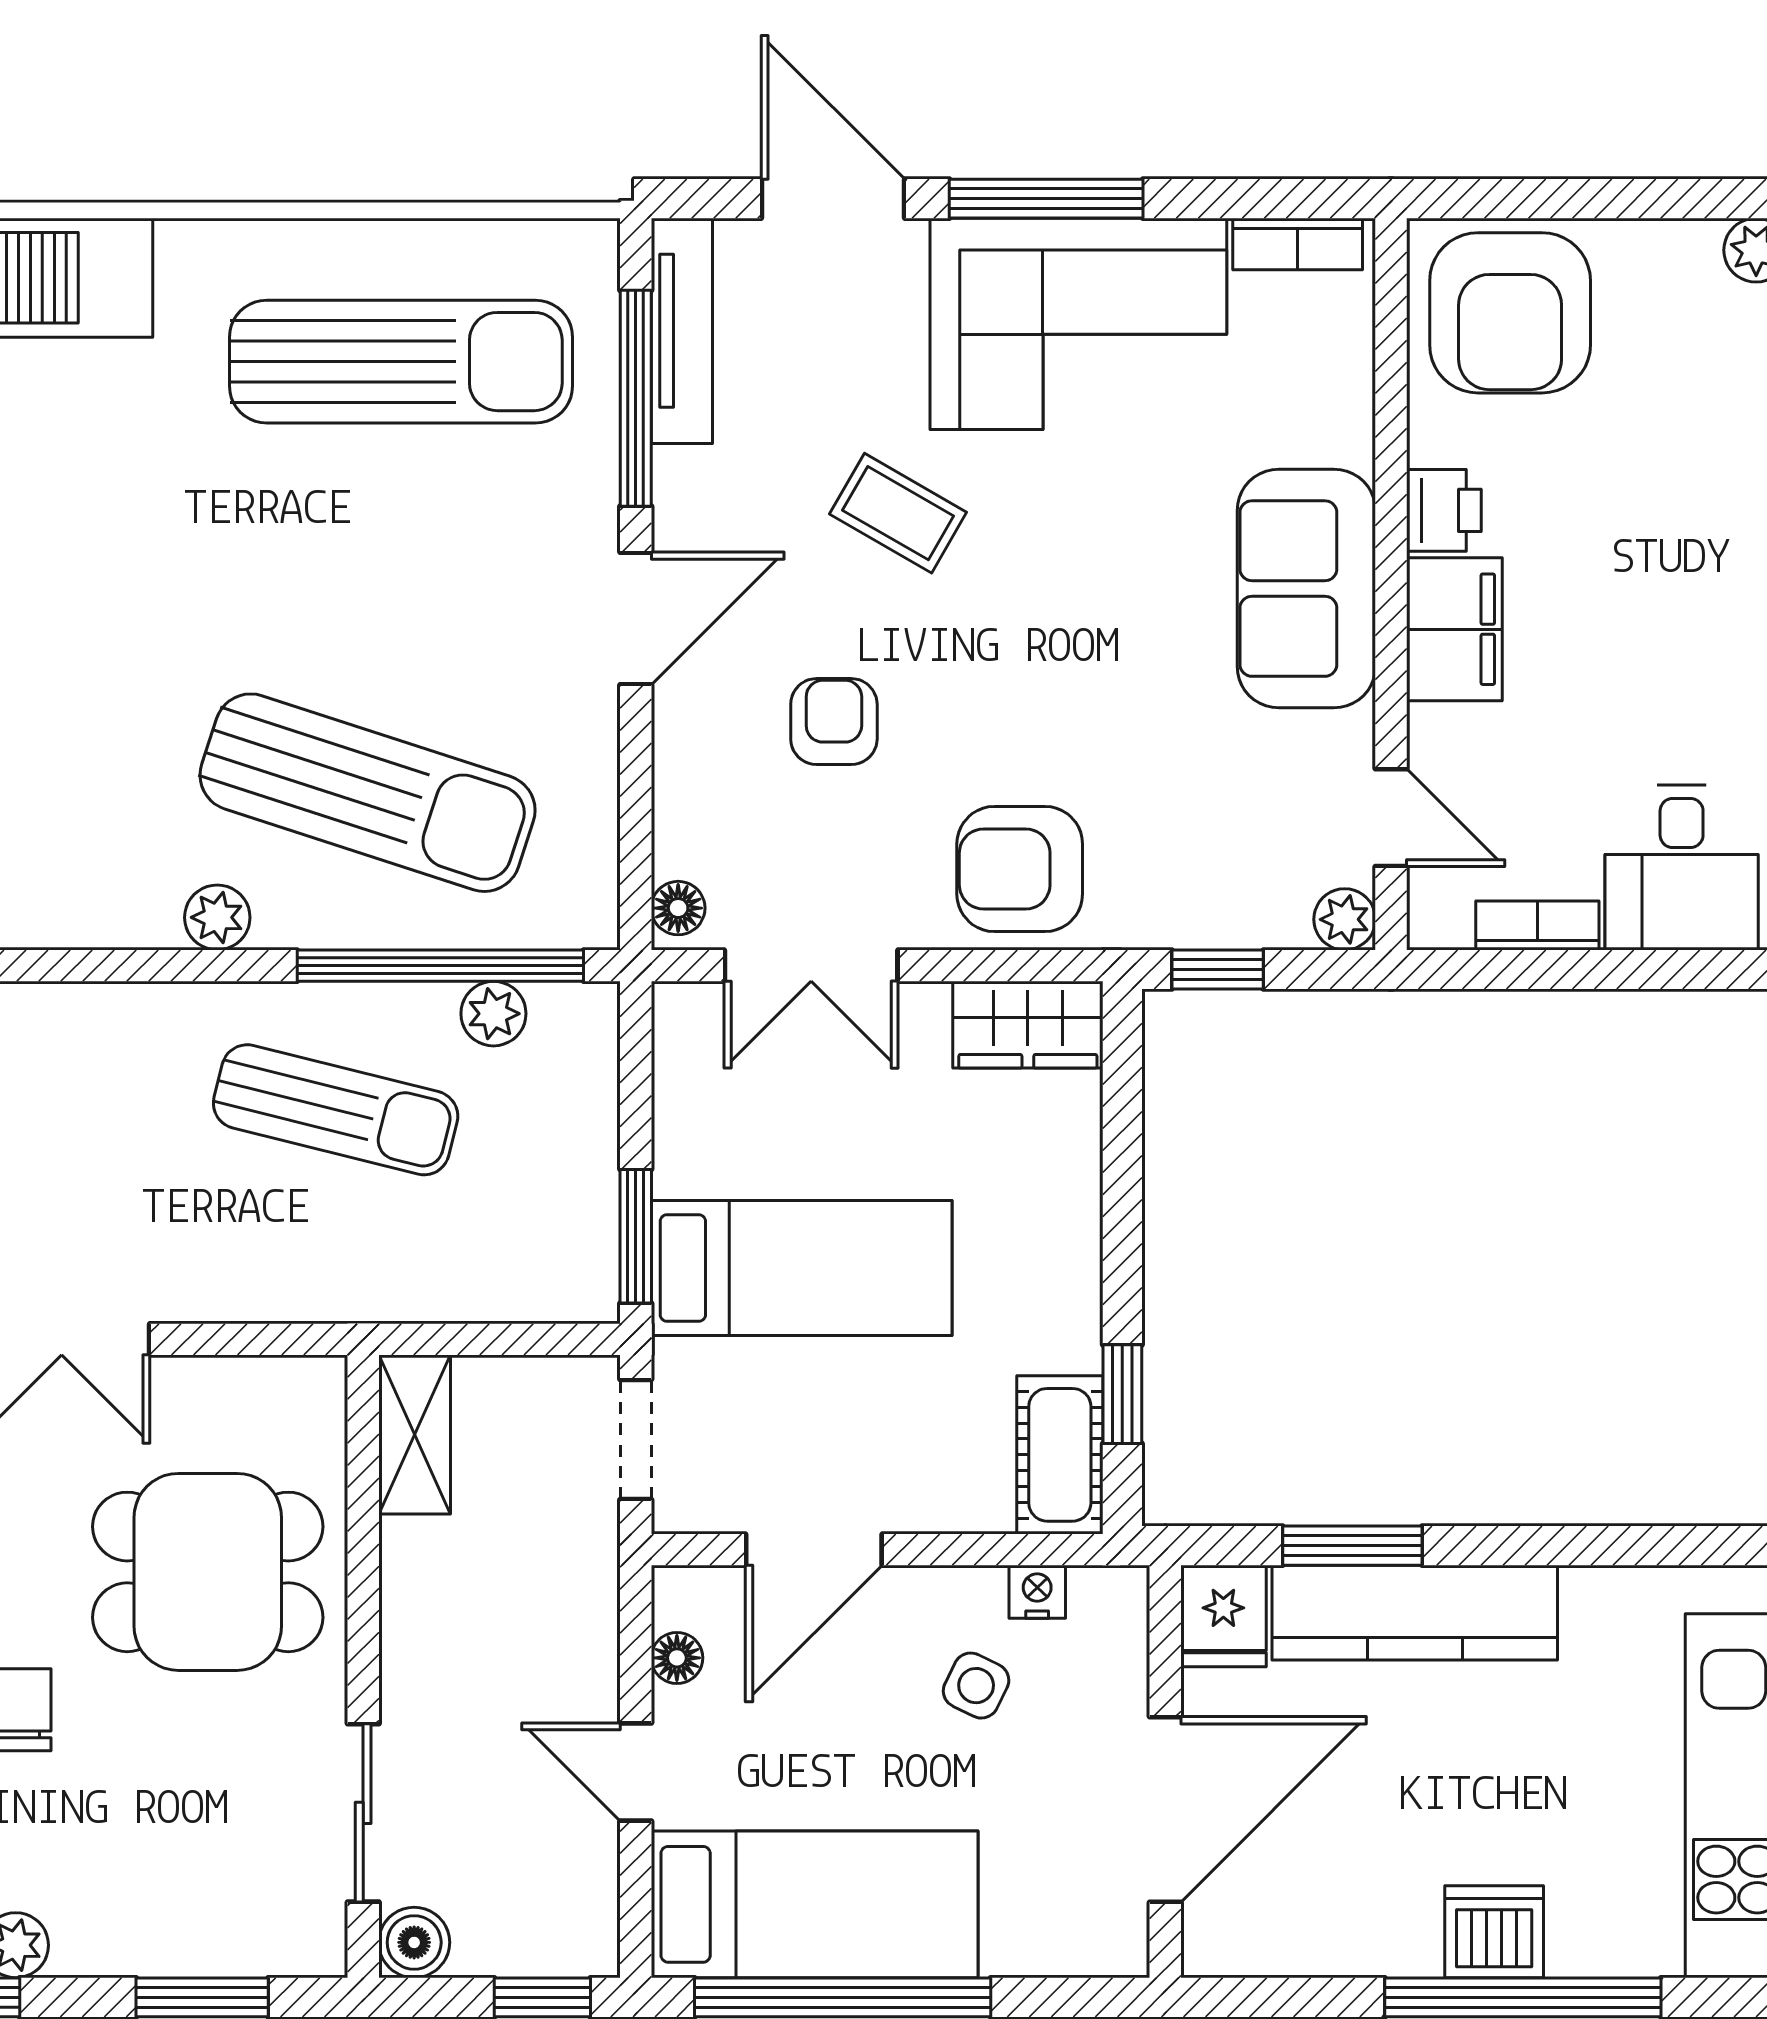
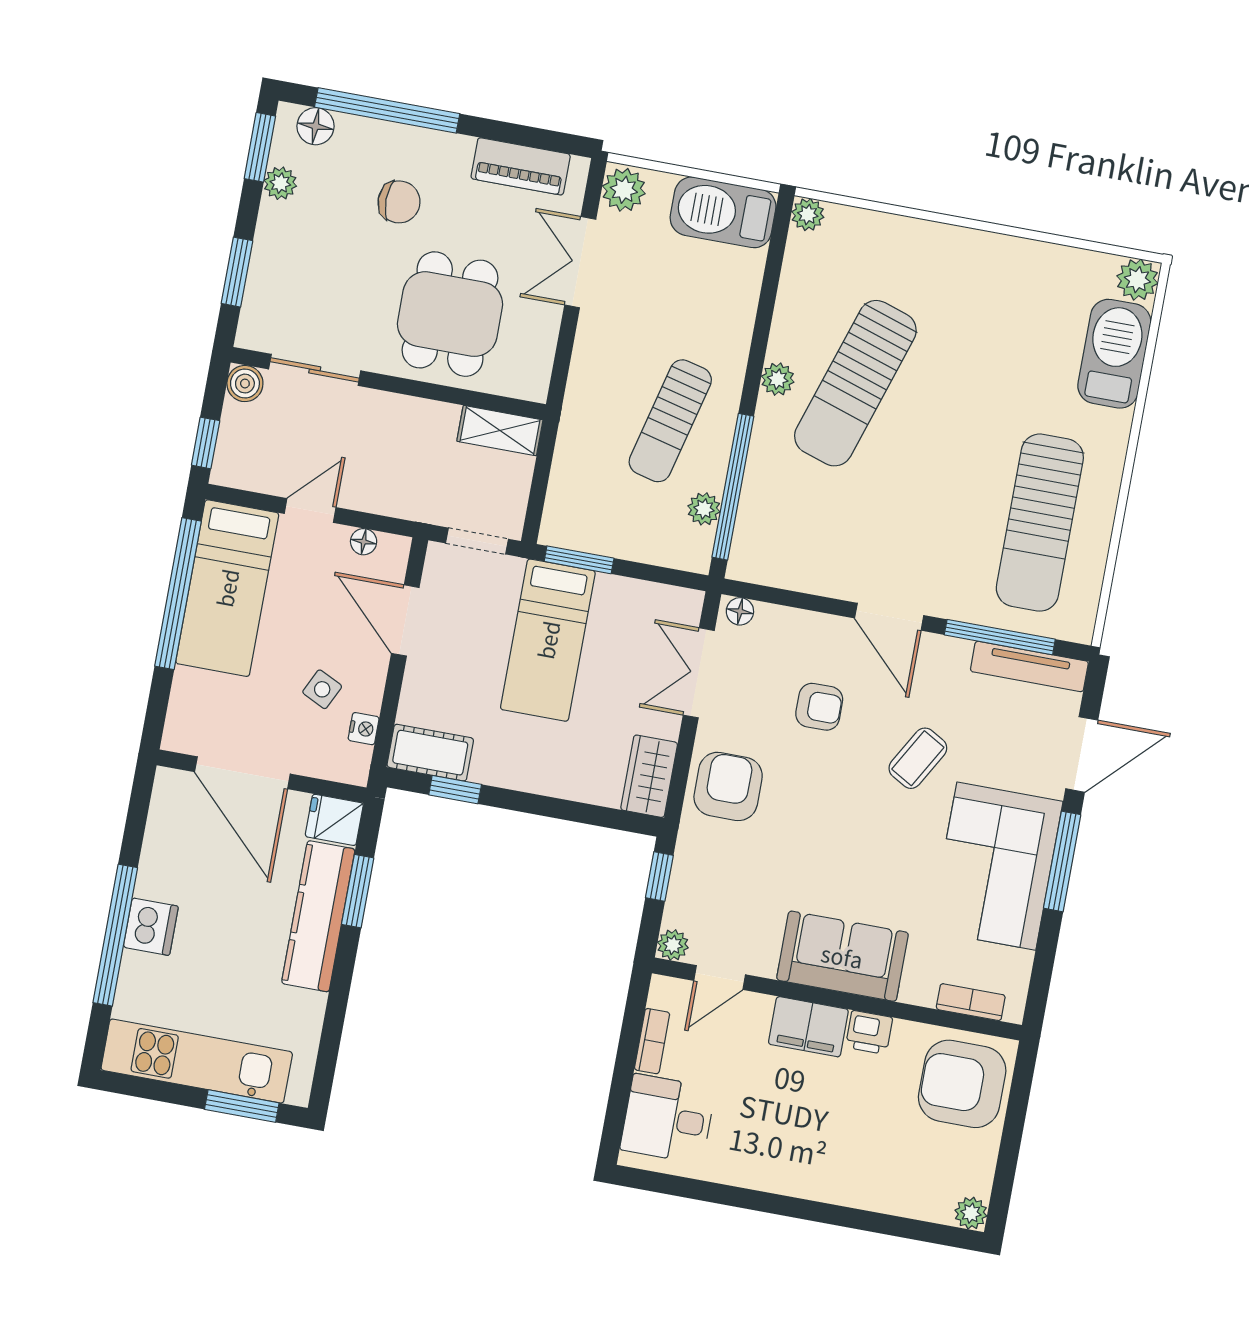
bookcase: (1298, 244) -> (971, 1002), moved, turned 90
sun lounger: (368, 793) -> (855, 383), moved

